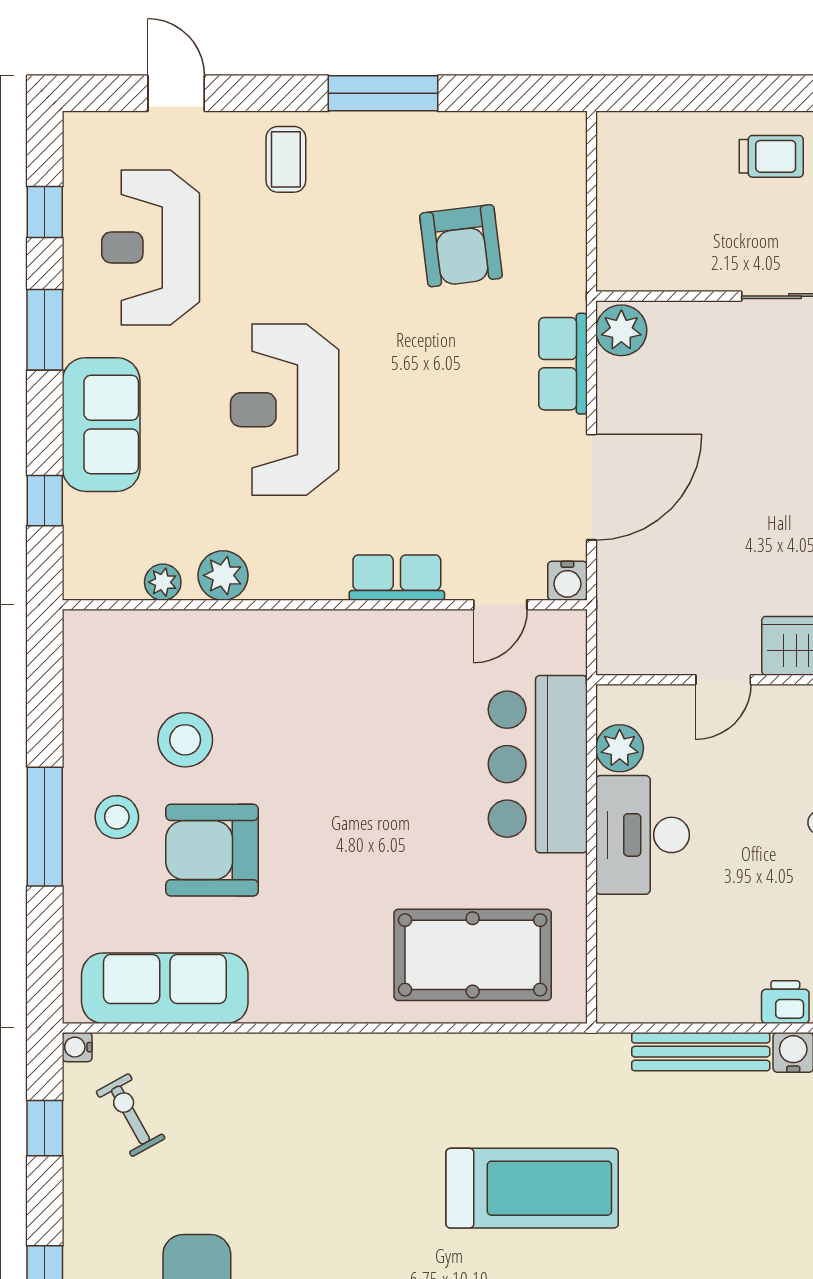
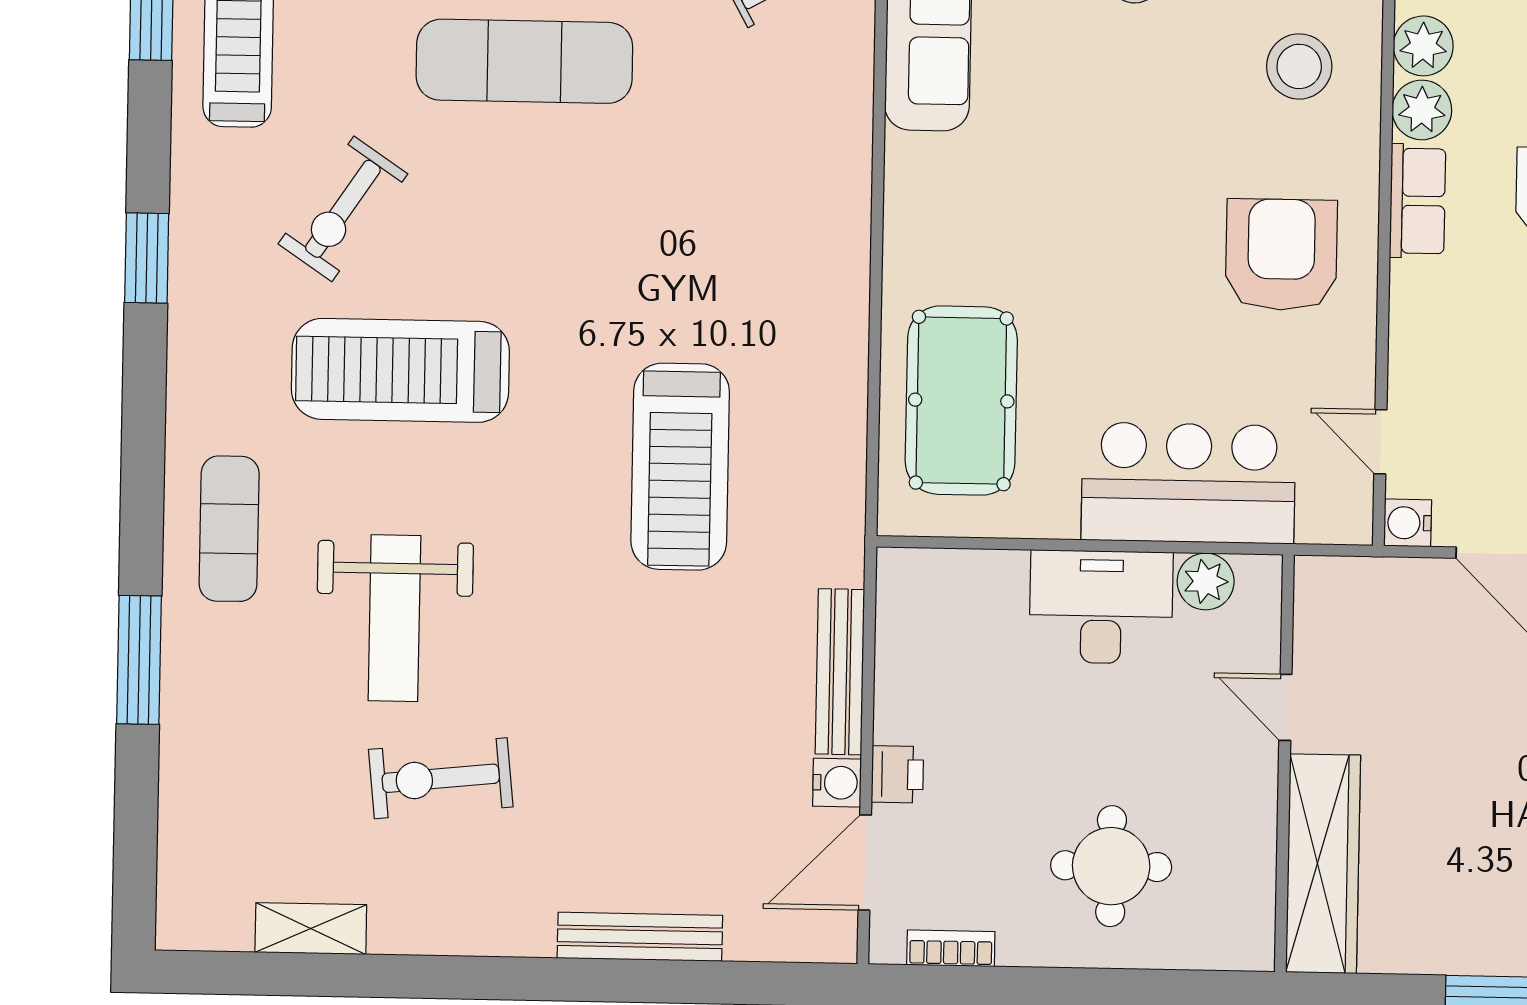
row of seats: (397, 578) -> (1418, 201), moved
plant: (163, 582) -> (1423, 46), width x1.38, depth x1.38
stool: (185, 740) -> (1299, 66), moved
armchair: (212, 850) -> (1281, 255), moved

